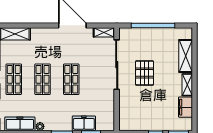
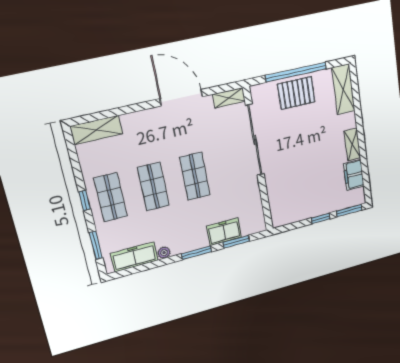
shelving: (186, 56) -> (343, 89), moved
pallet: (144, 73) -> (296, 93), moved, turned 90

